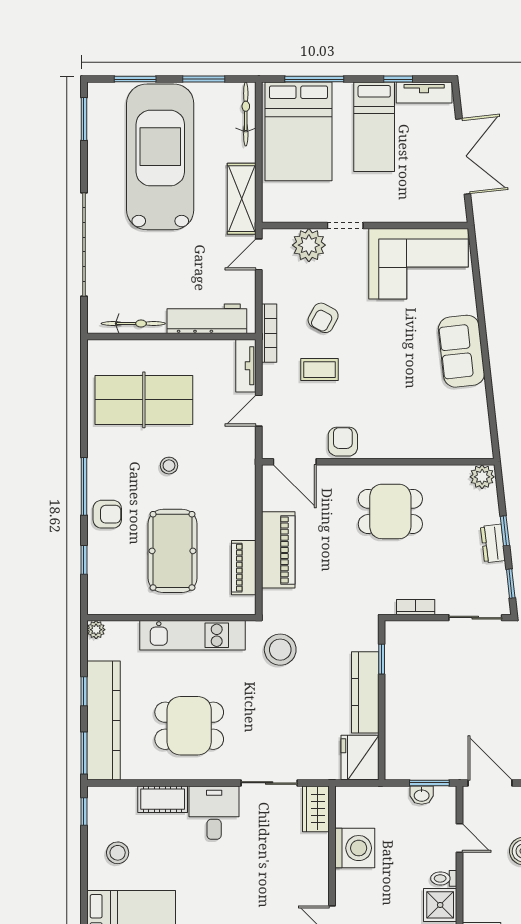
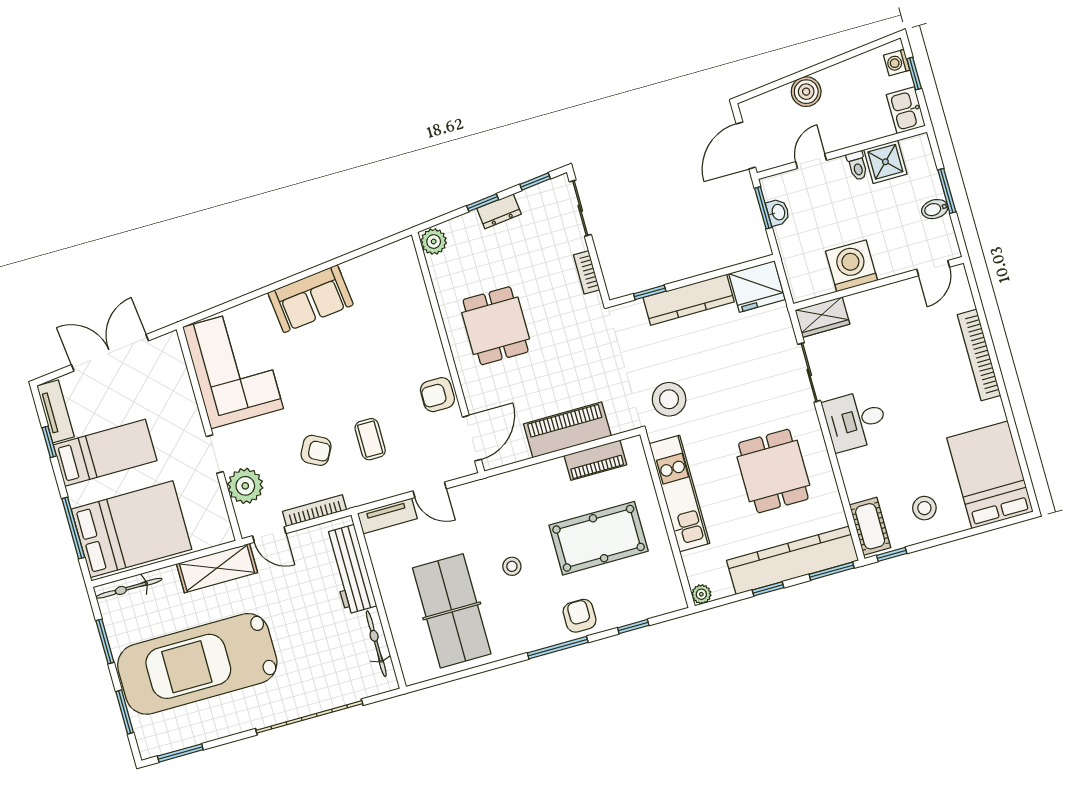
bookcase: (269, 333) -> (315, 511), moved
cot: (163, 799) -> (870, 526), moved

